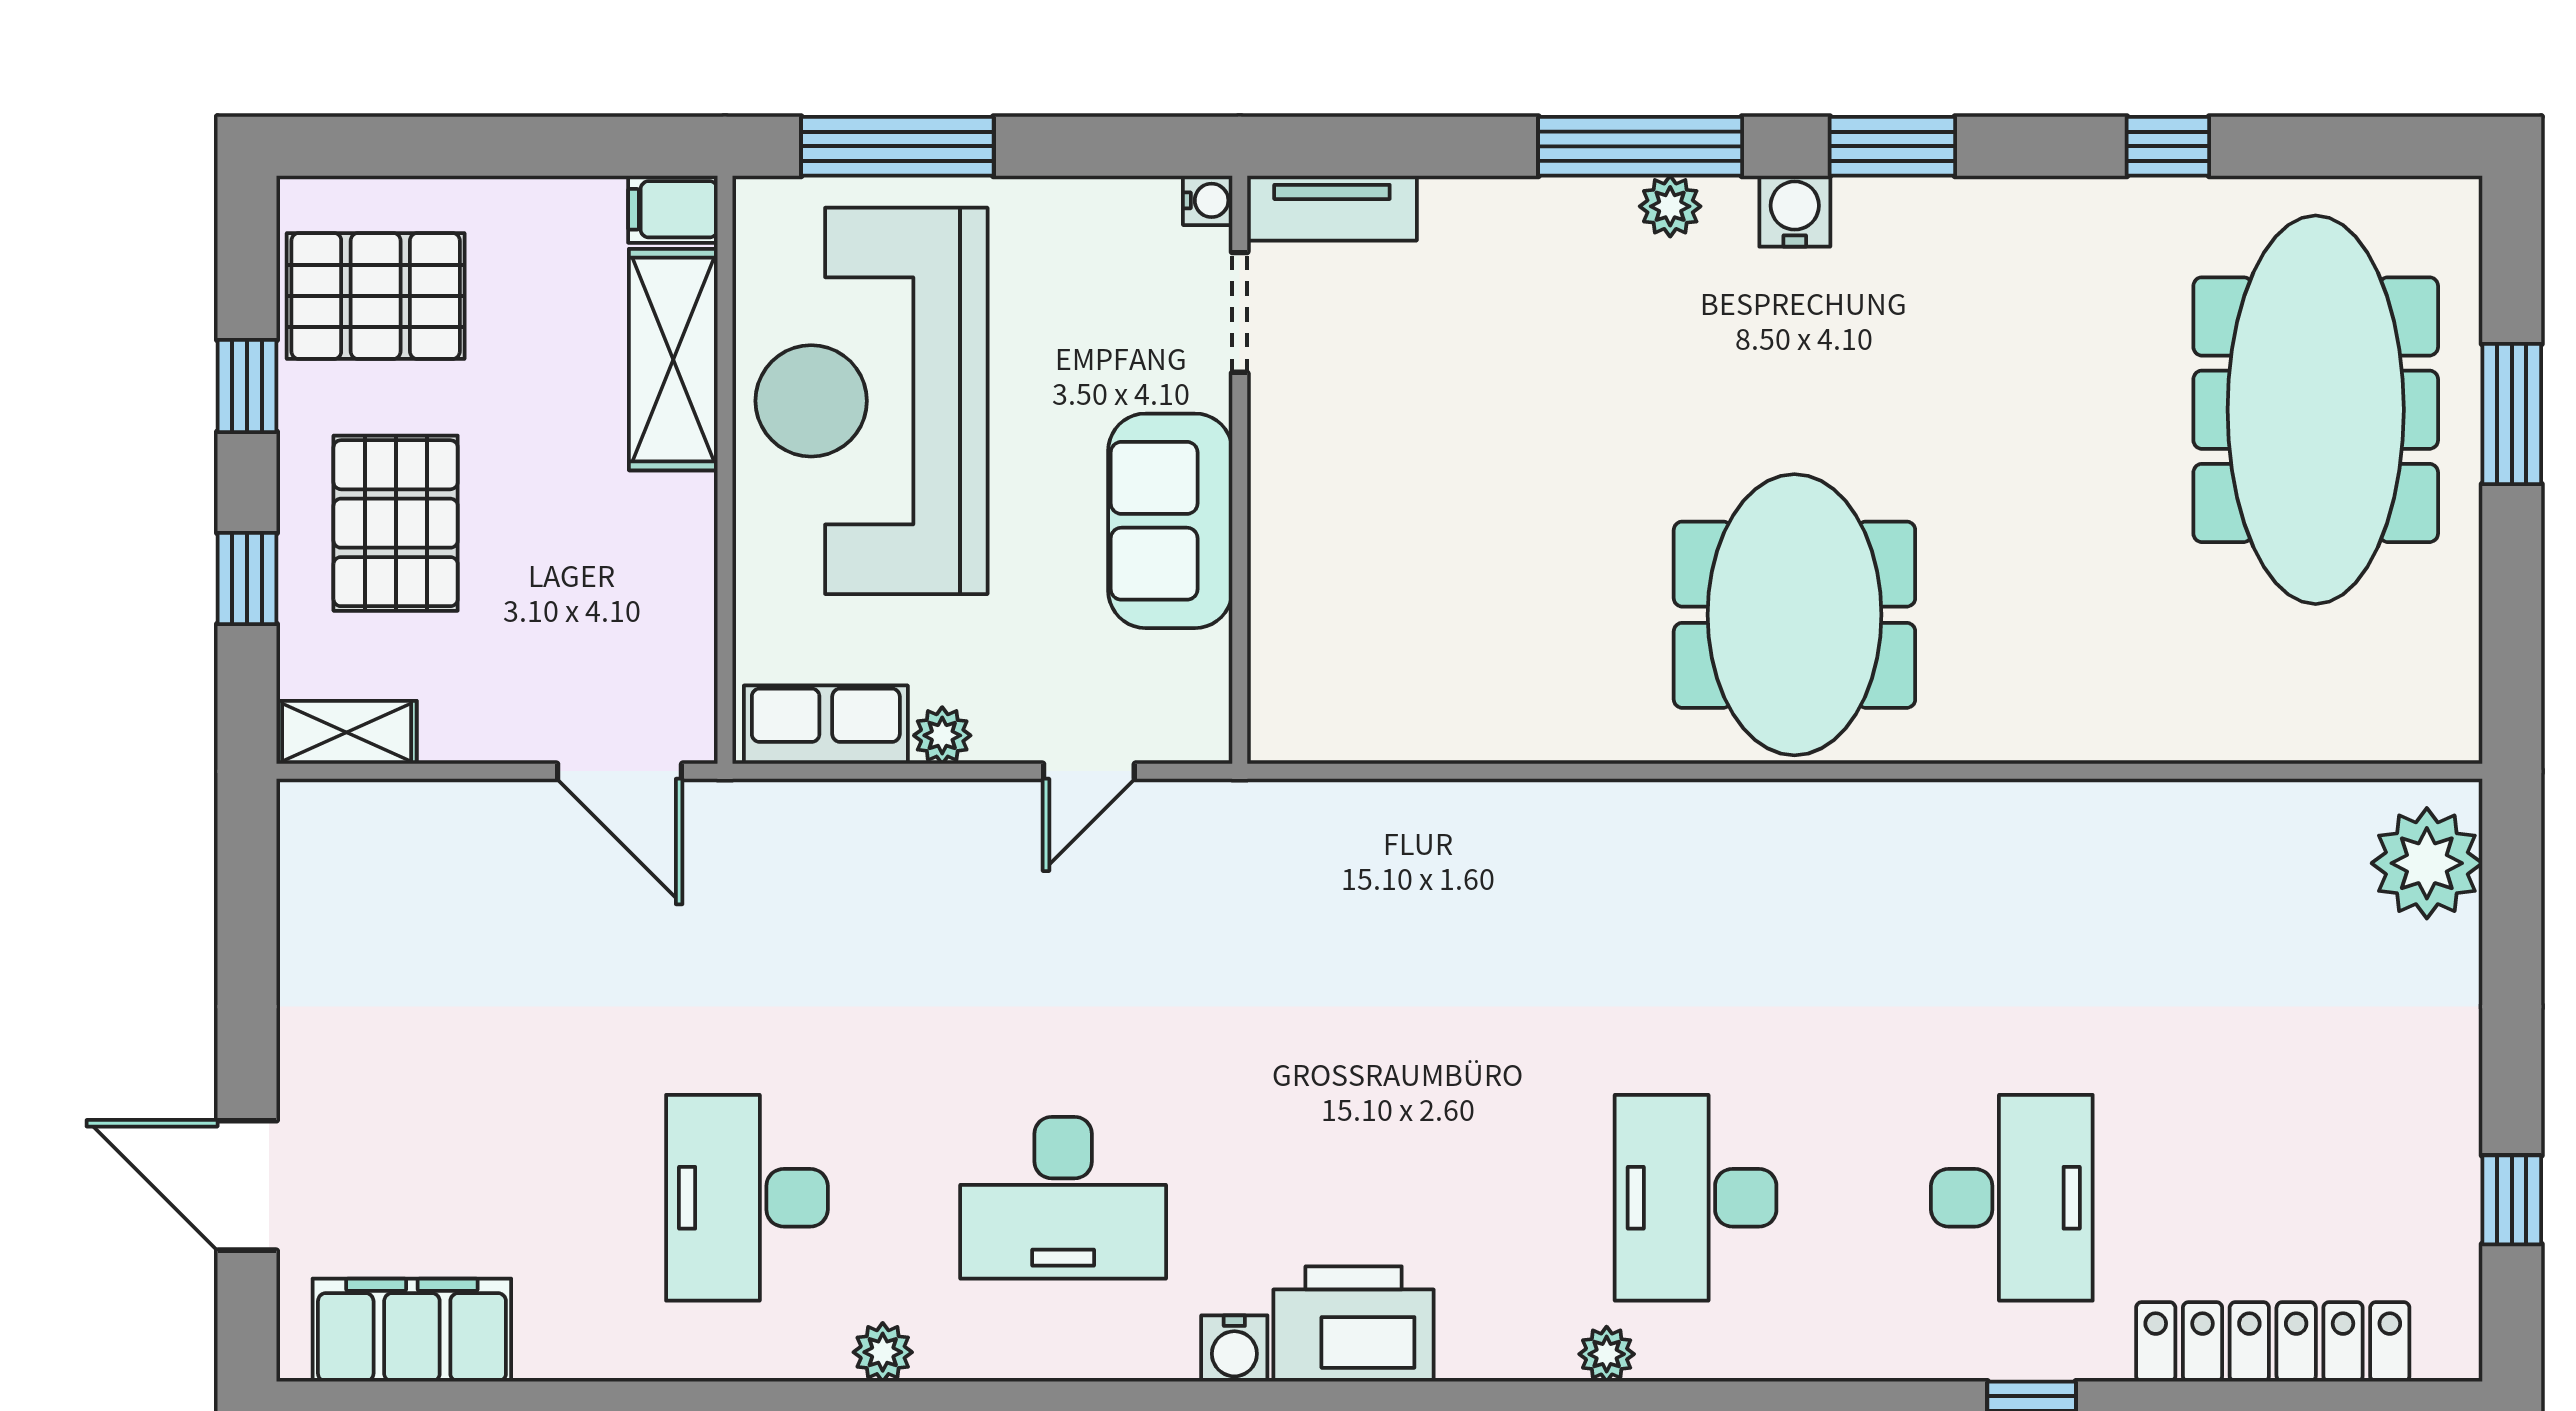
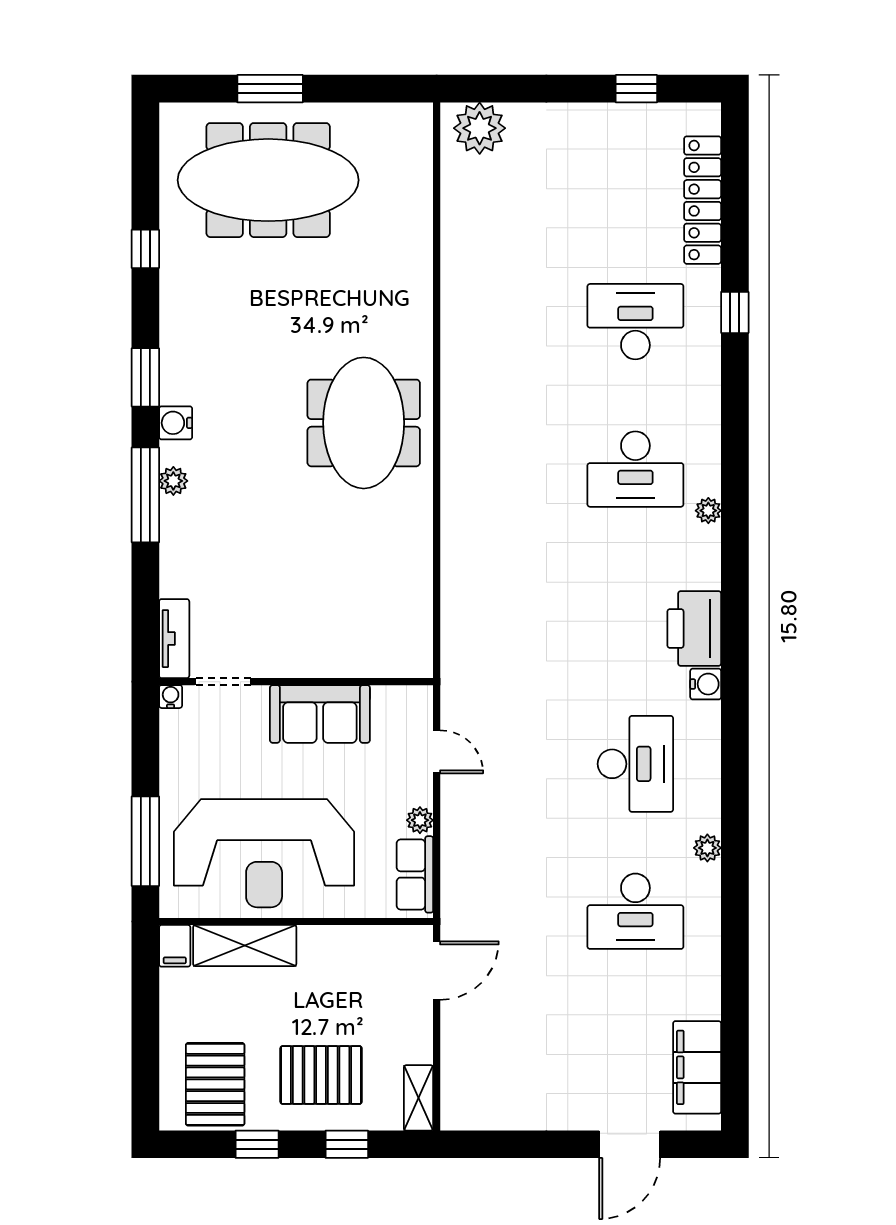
meeting table: (1794, 615) -> (364, 423), turned 90

